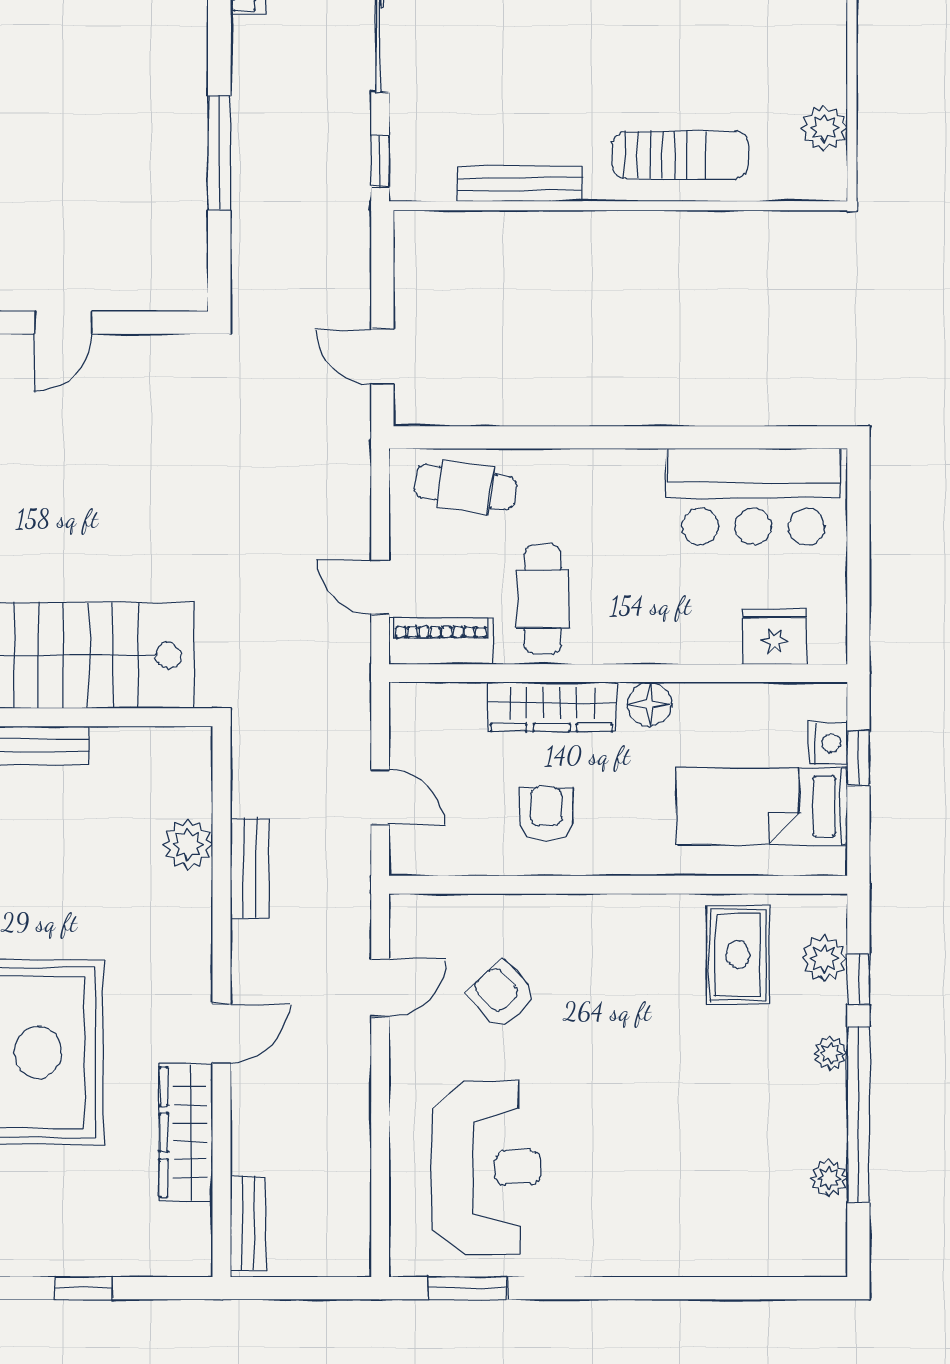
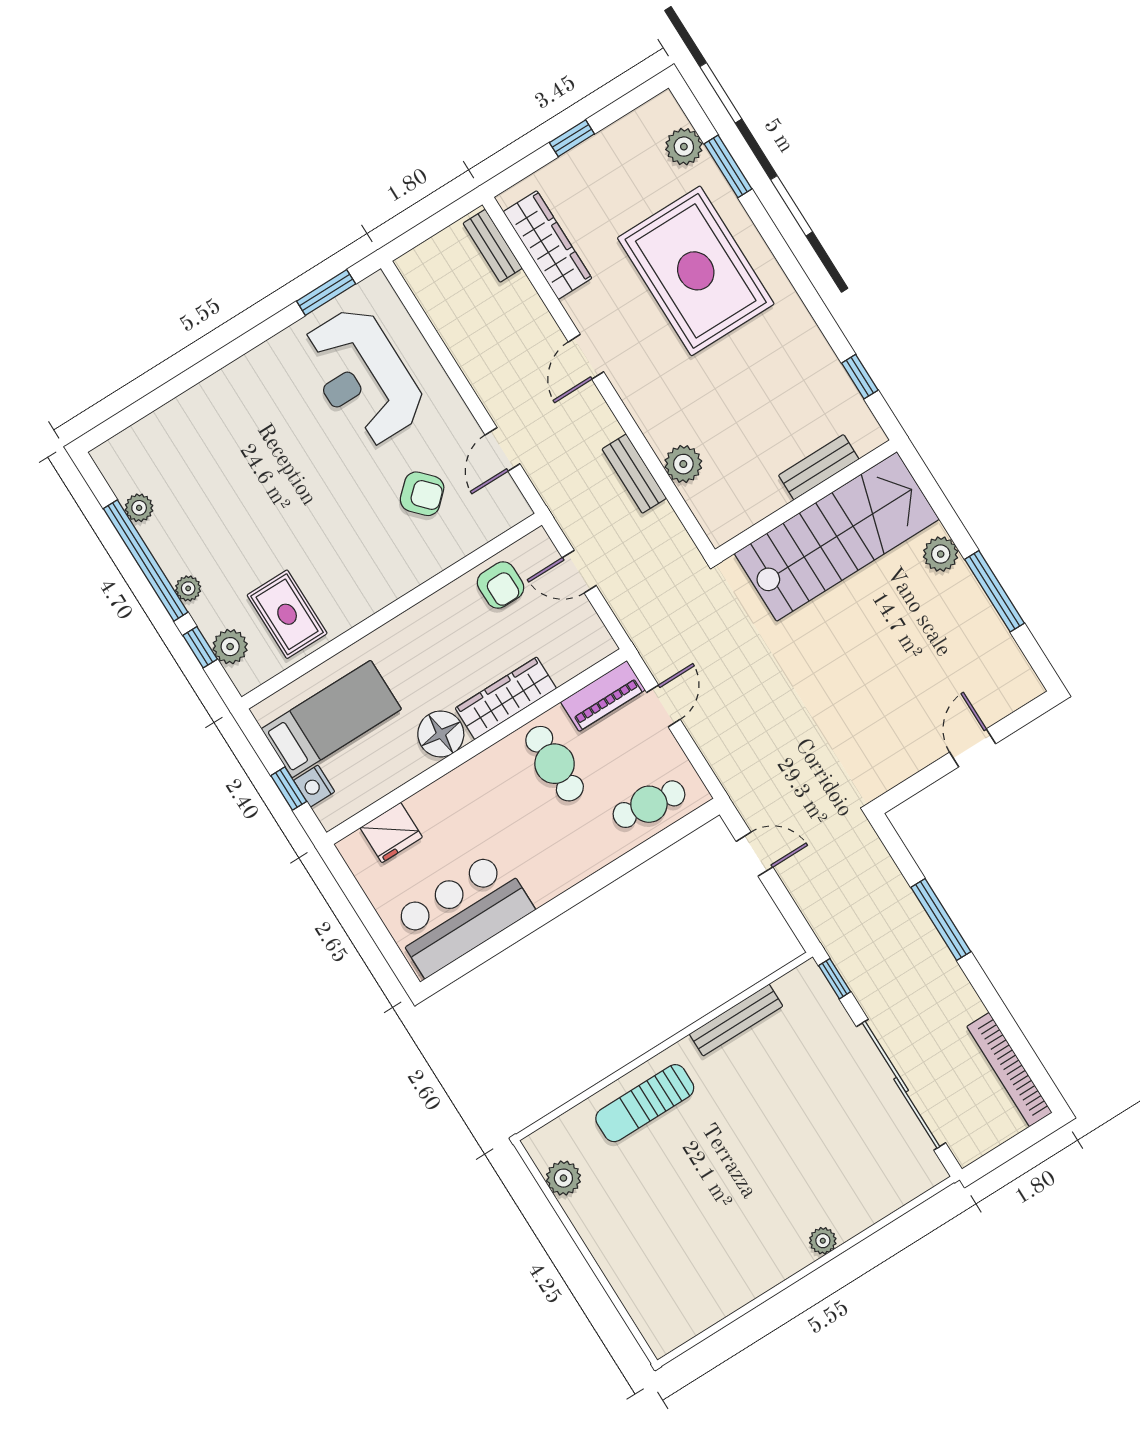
door: (380, 587) -> (663, 706), hinge flipped
floor lamp: (650, 704) -> (441, 734), width x1.38, depth x1.38
armchair: (546, 814) -> (501, 585), moved
wardrobe: (186, 1132) -> (547, 245), moved

